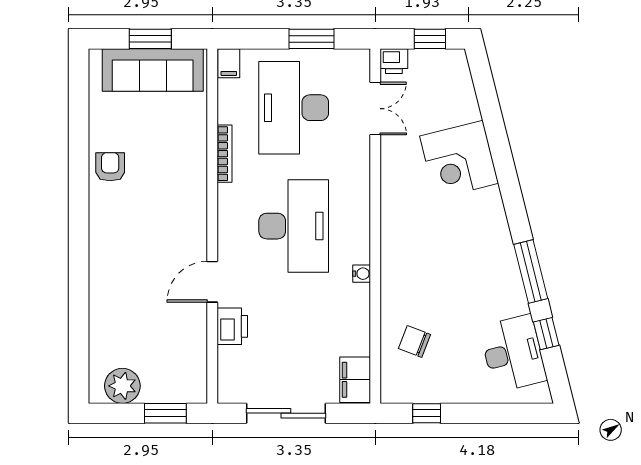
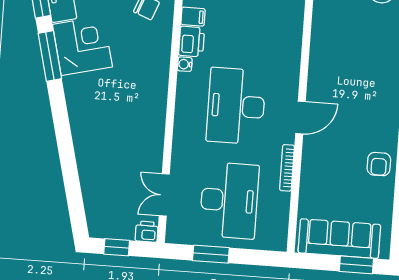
window: (150, 39) -> (356, 265), moved
filing cabinet: (229, 63) -> (193, 17), moved, turned 90
corner desk: (459, 160) -> (82, 46), moved
door: (212, 282) -> (300, 118), moved
printer: (232, 326) -> (192, 42), moved, turned 180

